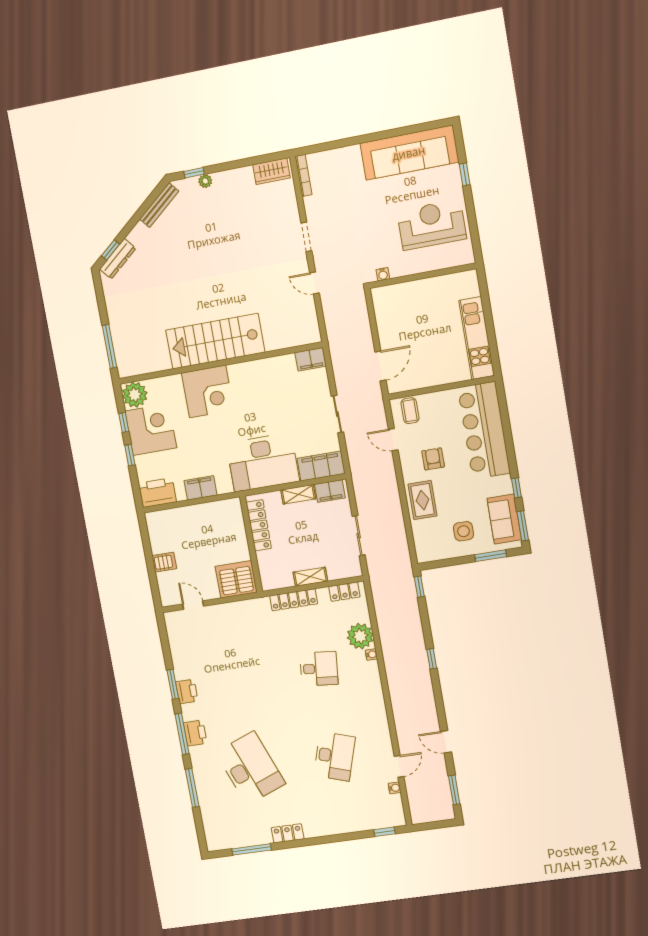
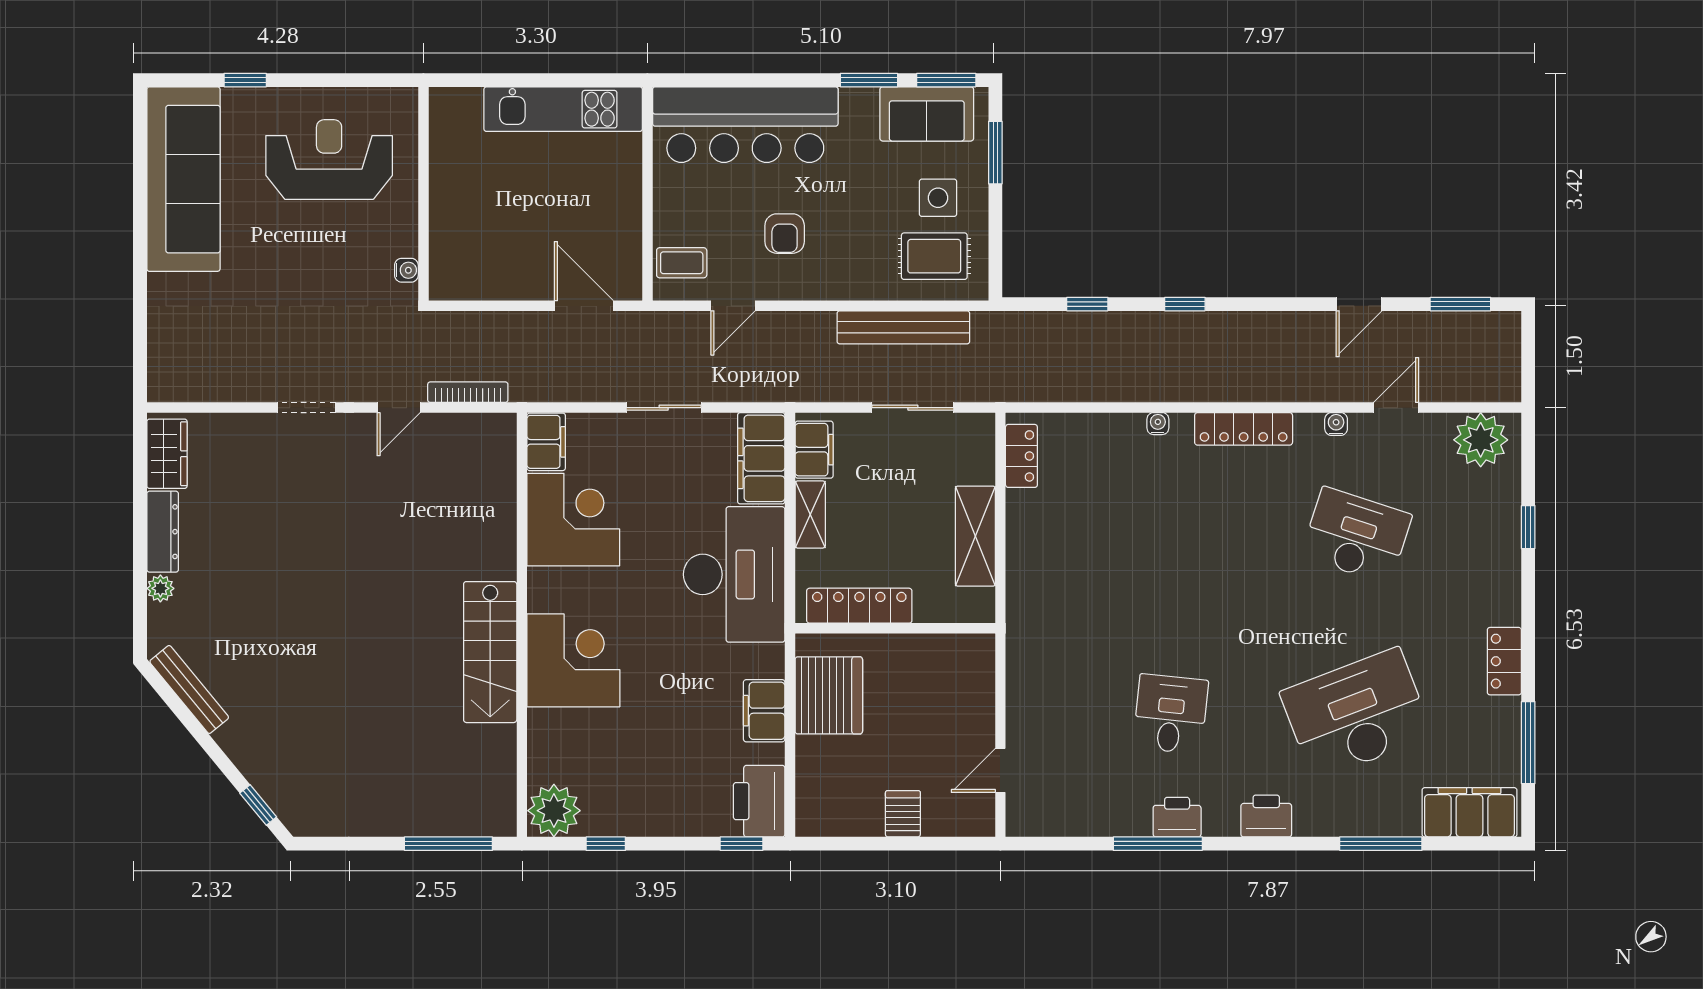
window: (194, 173) -> (140, 608), removed
bookcase: (303, 175) -> (468, 392), moved
reception desk: (432, 225) -> (329, 159), turned 90
dresser: (118, 259) -> (163, 532), moved, turned 39
stairs: (215, 341) -> (490, 652), width x0.73, depth x0.66
corner desk: (151, 429) -> (573, 520), moved, turned 90
window: (130, 455) -> (741, 844), moved
armchair: (433, 459) -> (785, 234), turned -90
window: (516, 488) -> (869, 80), width x1.50
rug: (422, 500) -> (934, 256), moved
bench: (397, 525) -> (903, 327), added
shelving: (310, 577) -> (975, 536), width x1.50, depth x1.33
server rack: (236, 579) -> (829, 695), moved, turned 180
window: (419, 587) -> (1087, 304), moved
locker: (294, 600) -> (1244, 429), moved, turned 90
plant: (360, 636) -> (1481, 440), moved
desk: (319, 669) -> (1171, 714), moved
window: (173, 684) -> (1158, 844), width x1.44
window: (182, 734) -> (1264, 844), removed
door: (399, 766) -> (1396, 408), hinge flipped
water cooler: (395, 788) -> (1336, 424), moved
filing cabinet: (214, 827) -> (1469, 812), added
window: (385, 832) -> (1528, 527), moved

